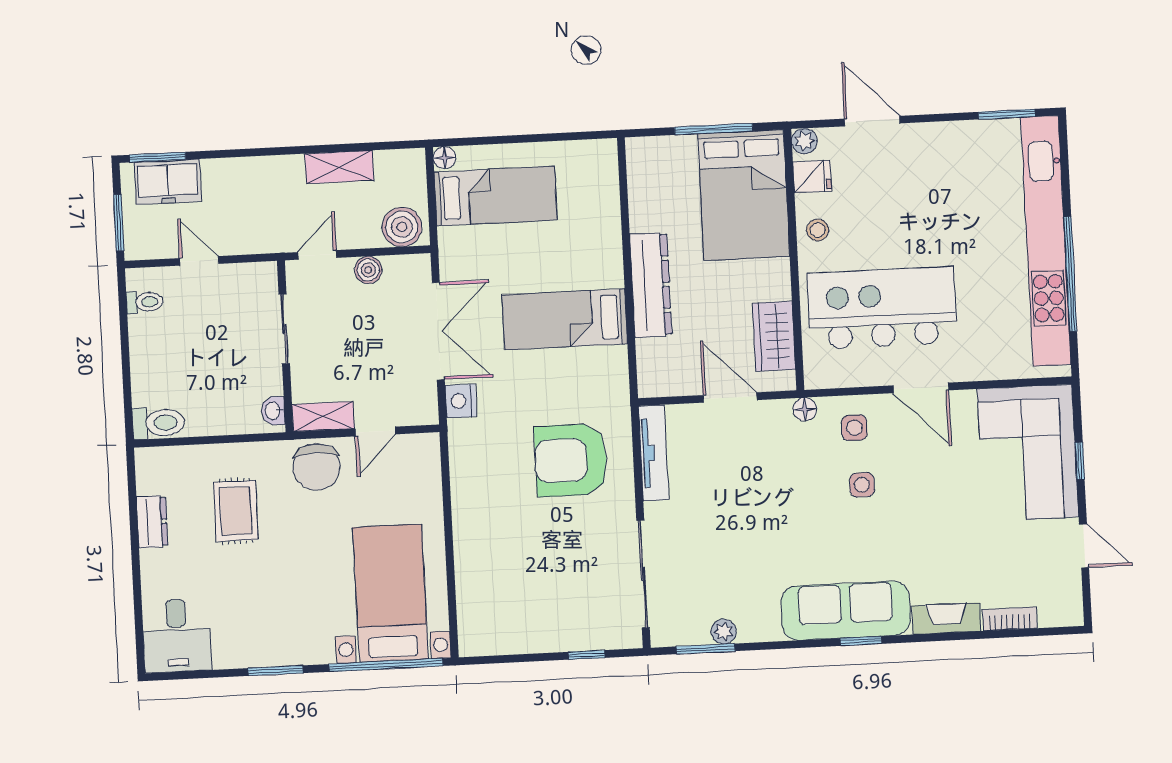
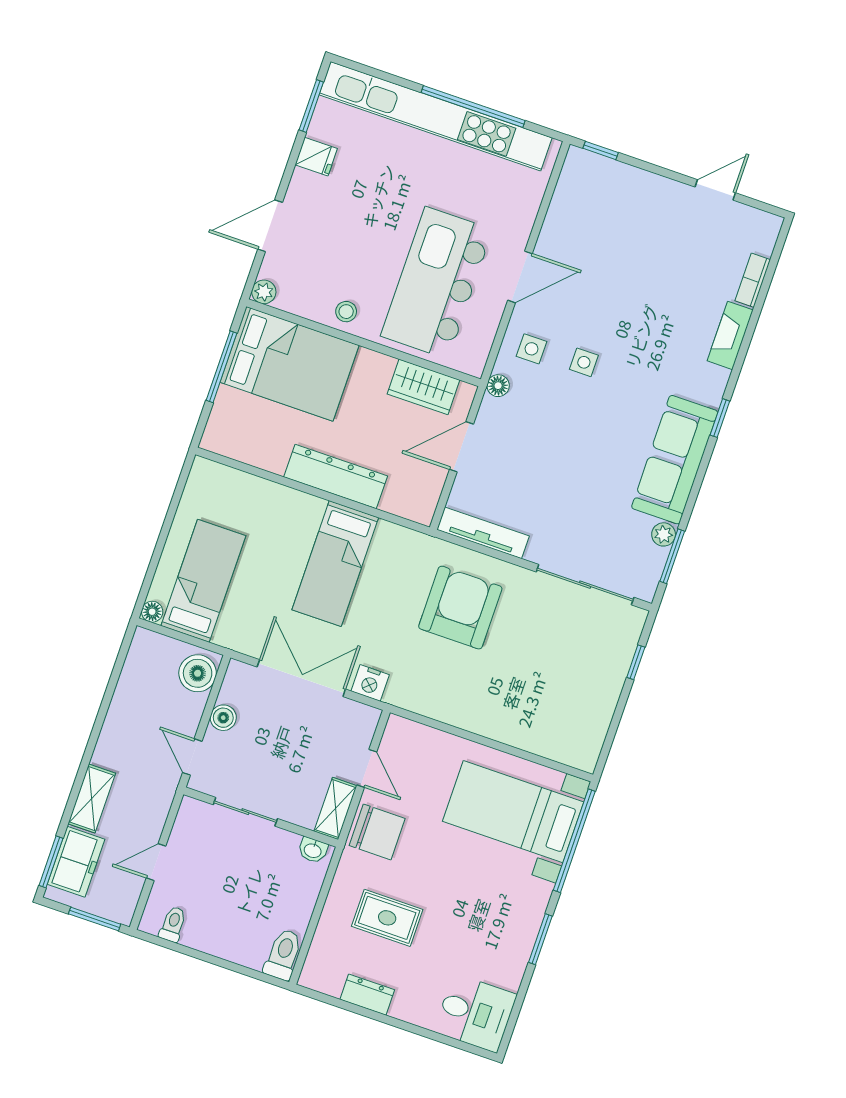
shelving: (339, 167) -> (92, 799), moved
fridge: (812, 177) -> (316, 157), moved, turned 90
corner sofa: (1028, 453) -> (614, 206), removed
armchair: (571, 460) -> (460, 608), turned 180
window: (1080, 461) -> (601, 150), moved
sofa: (846, 611) -> (675, 460), moved

